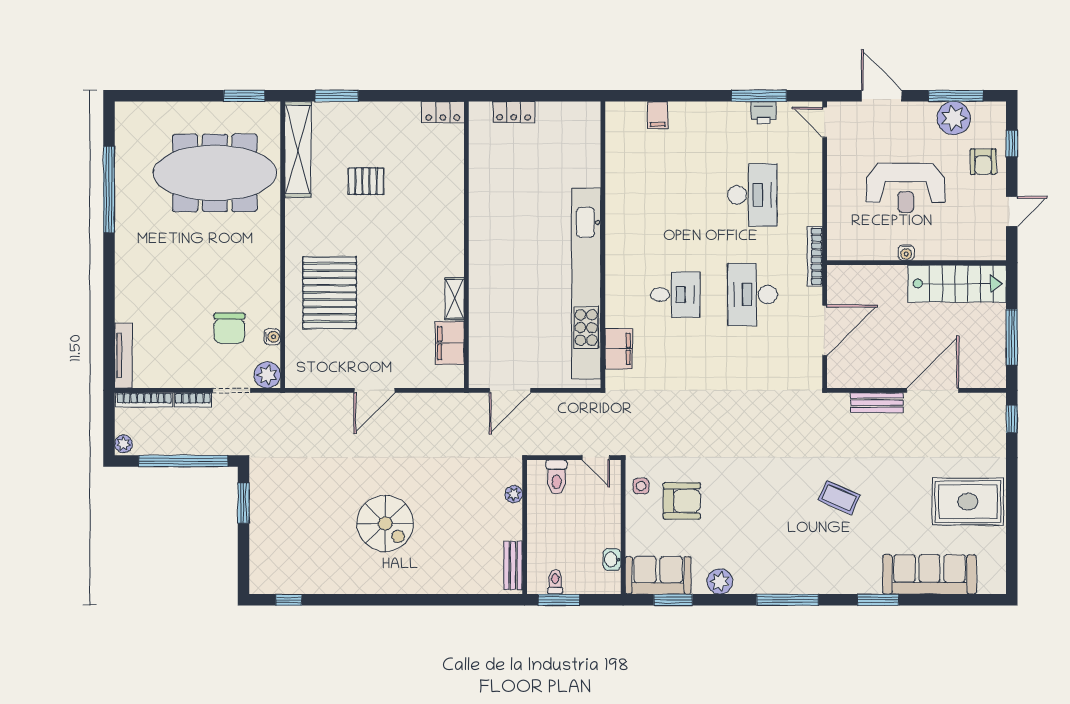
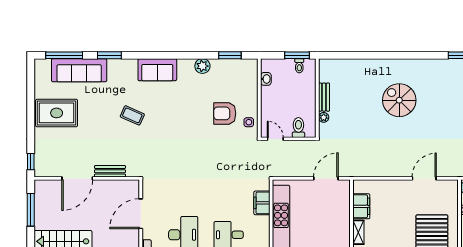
door: (374, 390) -> (424, 178), moved
bench: (513, 565) -> (324, 97), moved
sofa: (658, 575) -> (157, 70), moved
window: (788, 600) -> (64, 55), moved

